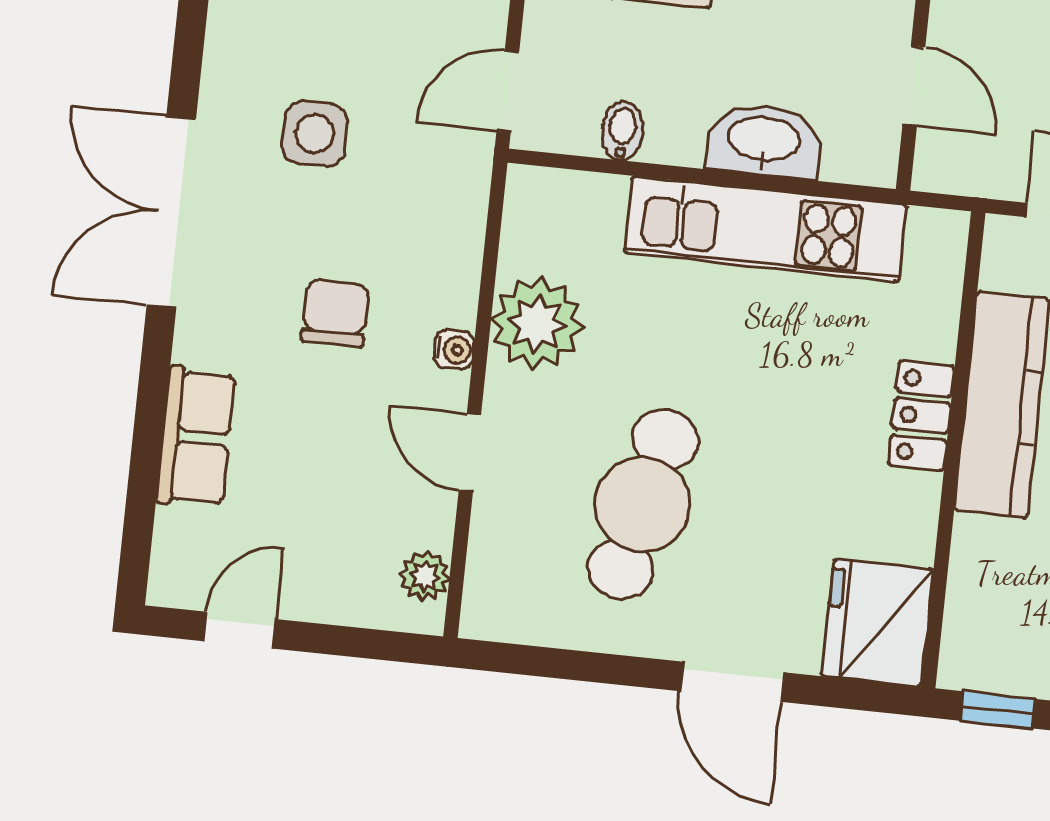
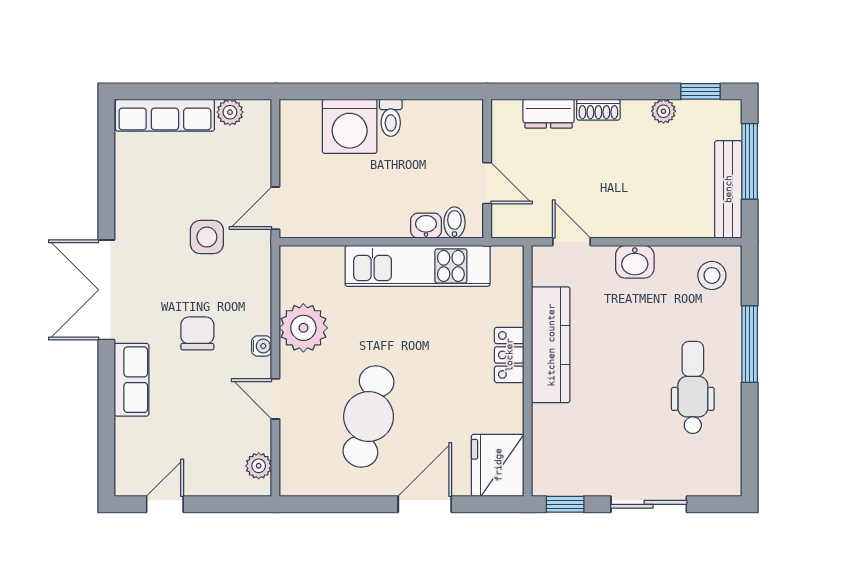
bidet: (623, 131) -> (454, 222), moved
side table: (315, 134) -> (207, 237), moved
washbasin: (764, 141) -> (426, 226), width x0.52, depth x0.69
row of seats: (196, 437) -> (132, 380), moved
door: (732, 682) -> (425, 504), swing flipped

